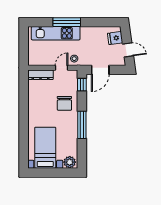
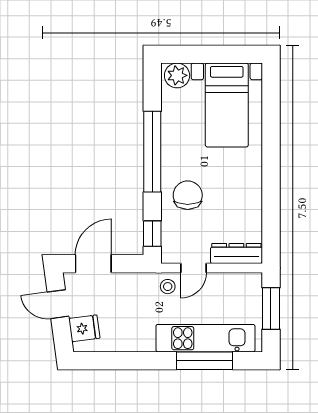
window: (67, 22) -> (204, 361), moved
window: (24, 48) -> (271, 308), added
door: (100, 70) -> (93, 264), moved
window: (82, 125) -> (152, 152), width x1.46

